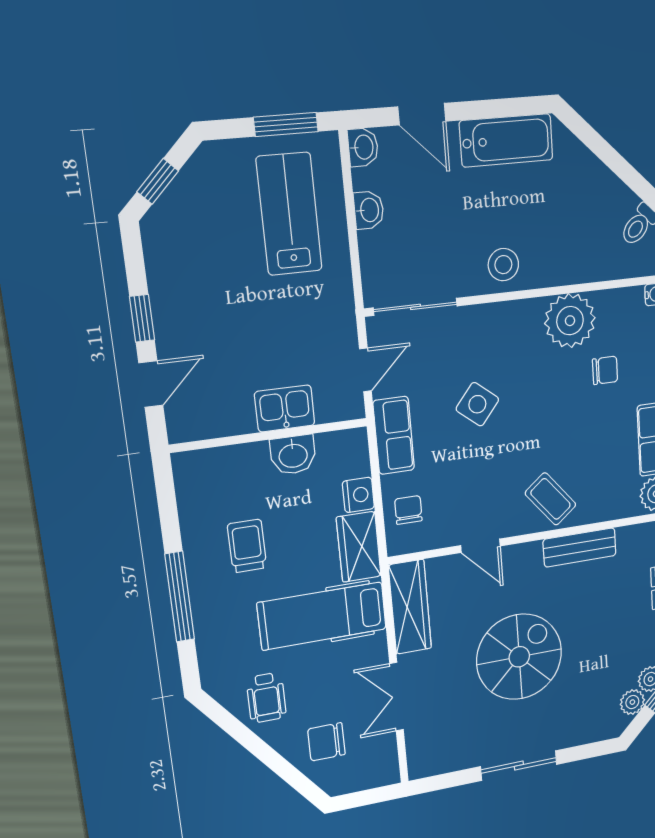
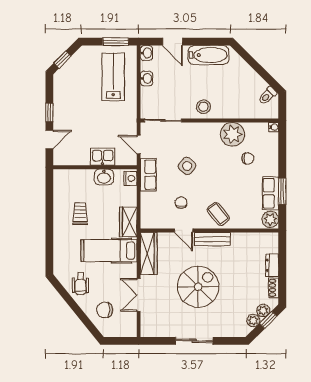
door: (365, 370) -> (139, 145), swing flipped
nightstand: (358, 495) -> (130, 178), moved
chair: (408, 510) -> (181, 203), moved
bench: (580, 547) -> (212, 239), moved
window: (180, 597) -> (49, 231), removed

